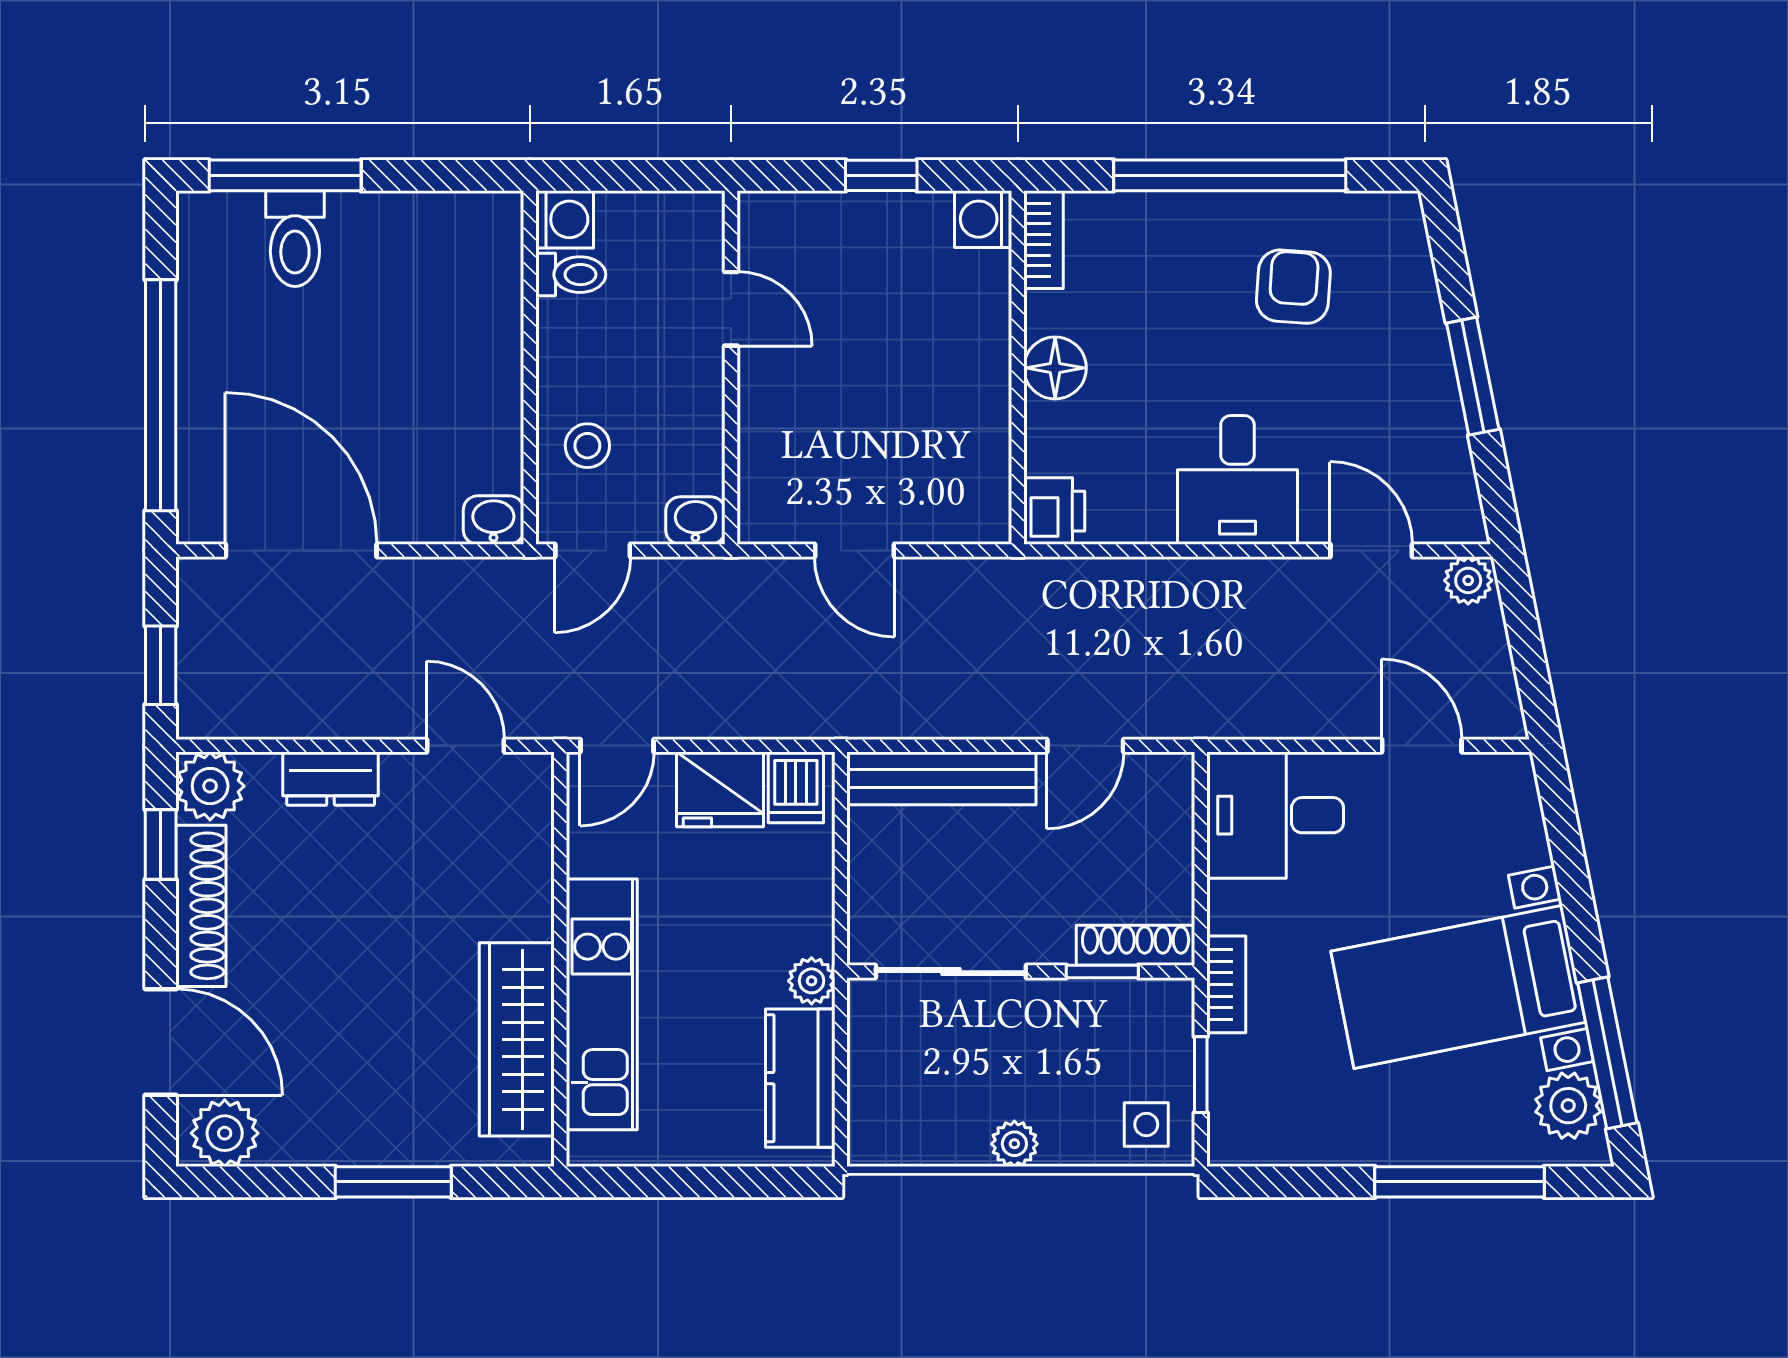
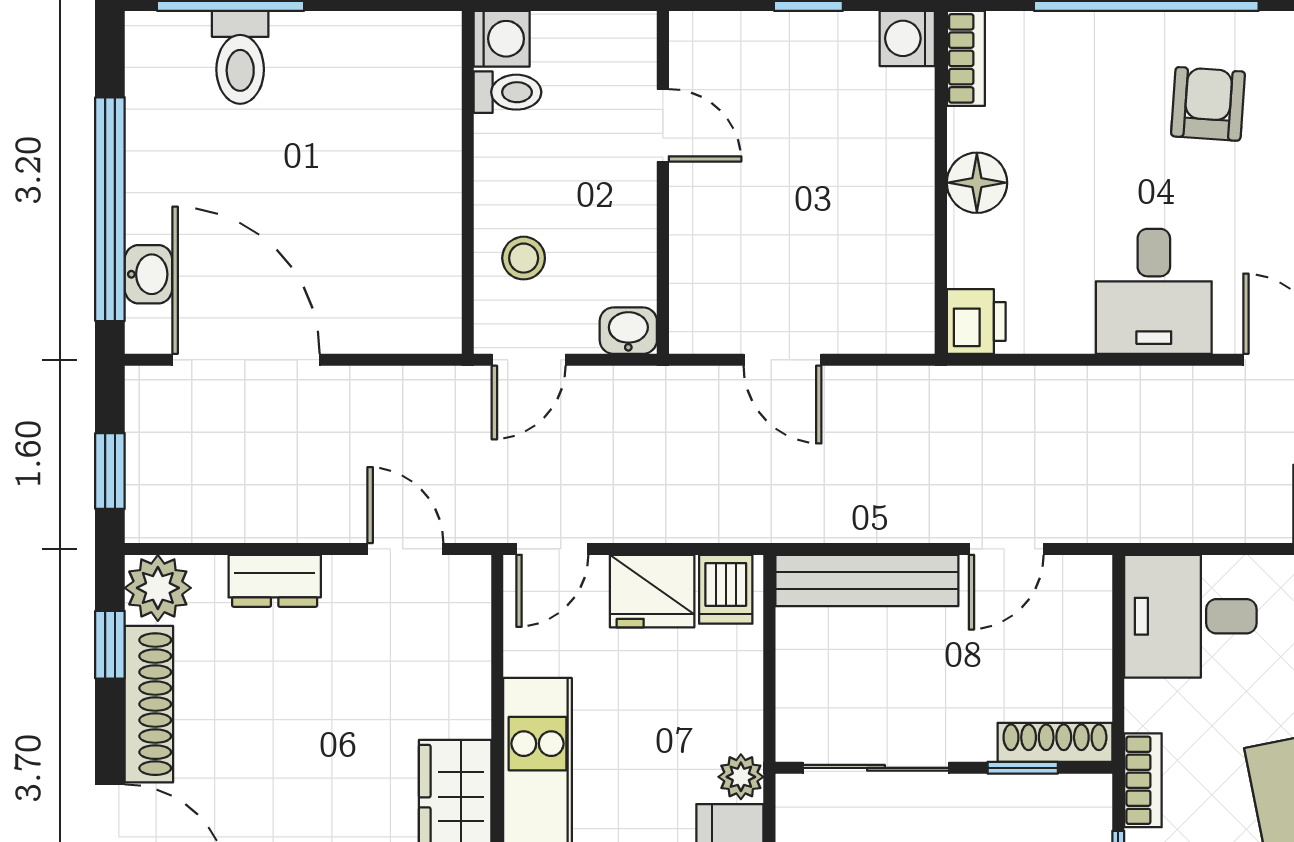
washbasin: (493, 520) -> (148, 274), moved, turned 90

